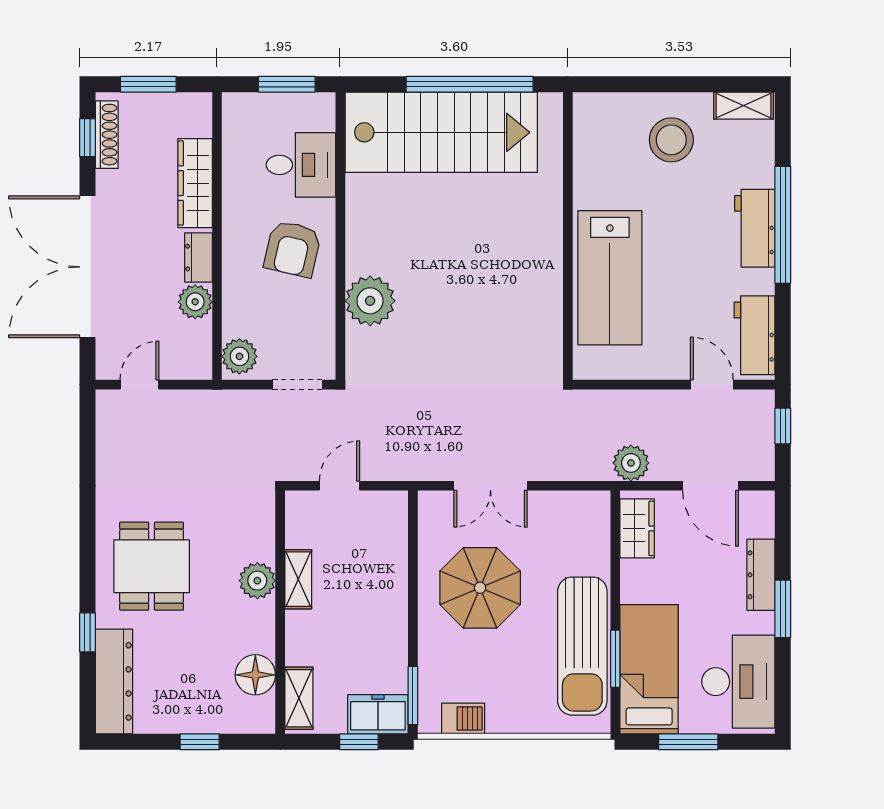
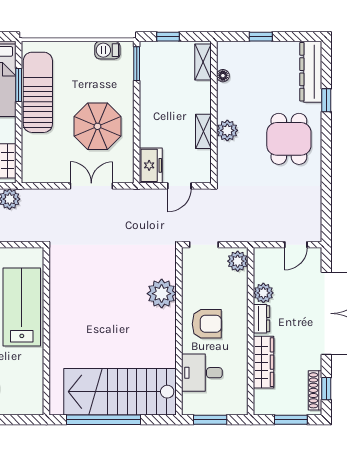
armchair: (293, 249) -> (207, 324), turned 77
floor lamp: (255, 675) -> (223, 76), width x0.53, depth x0.53
freezer: (378, 714) -> (151, 165), moved, turned -90

